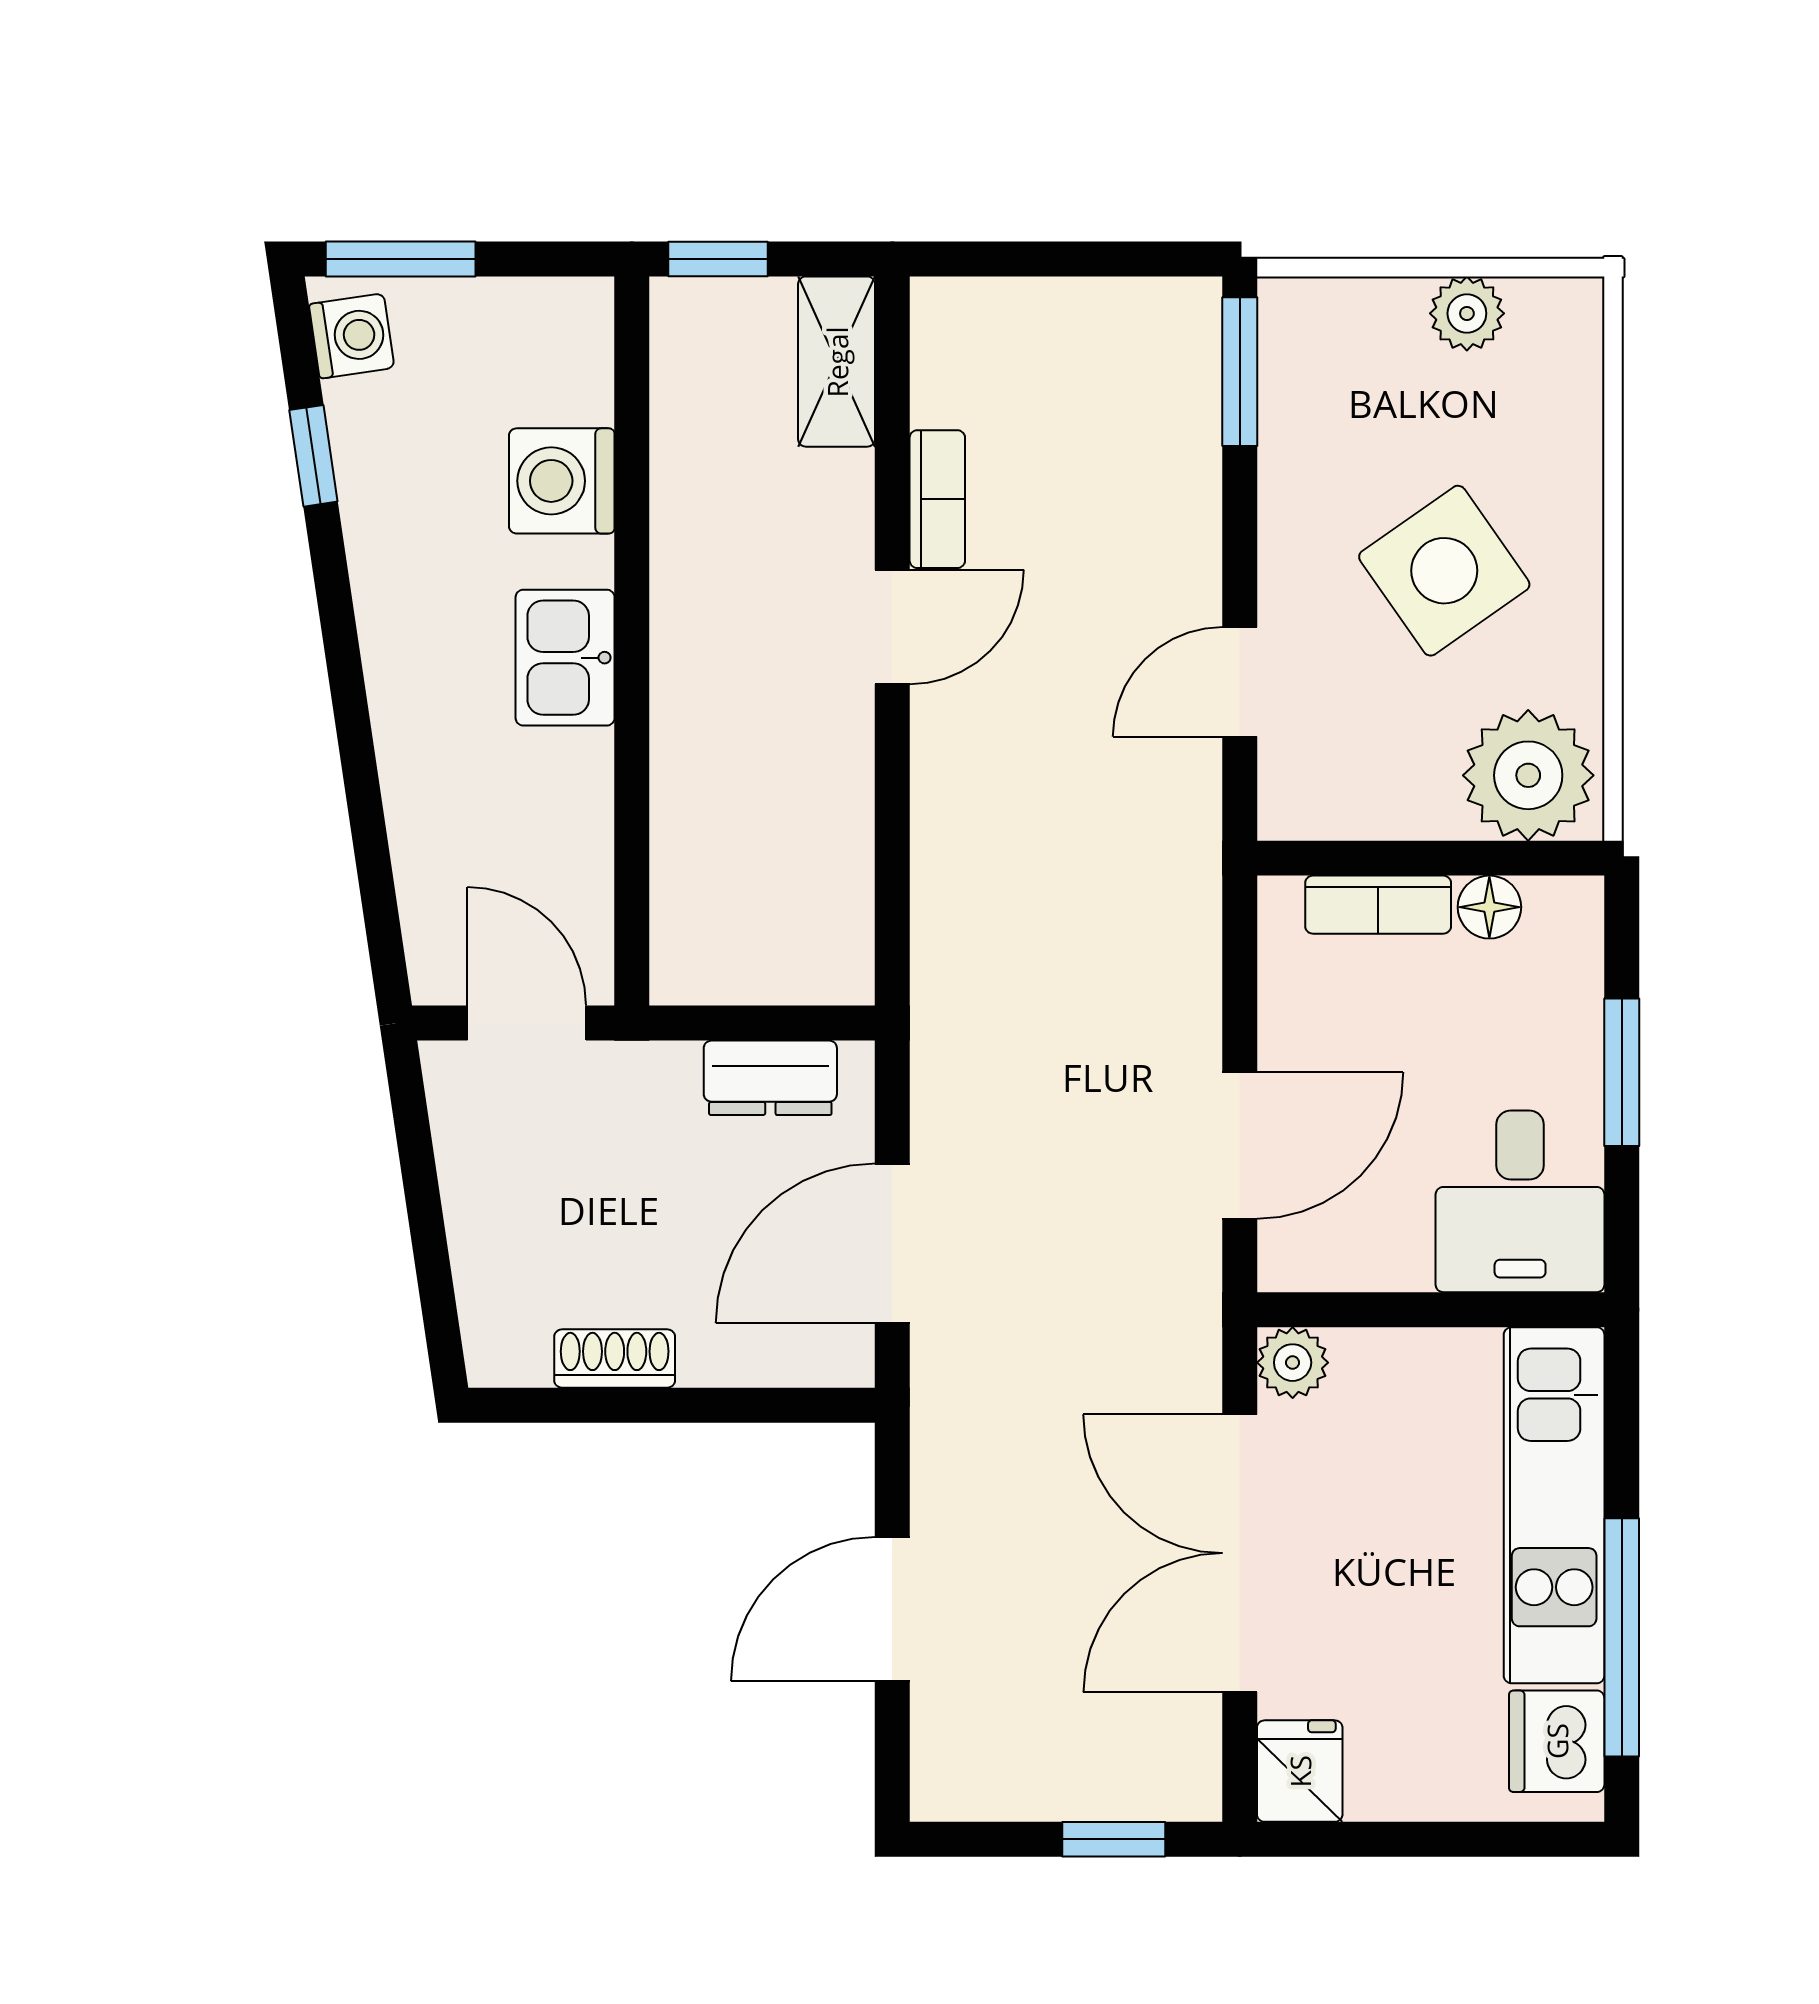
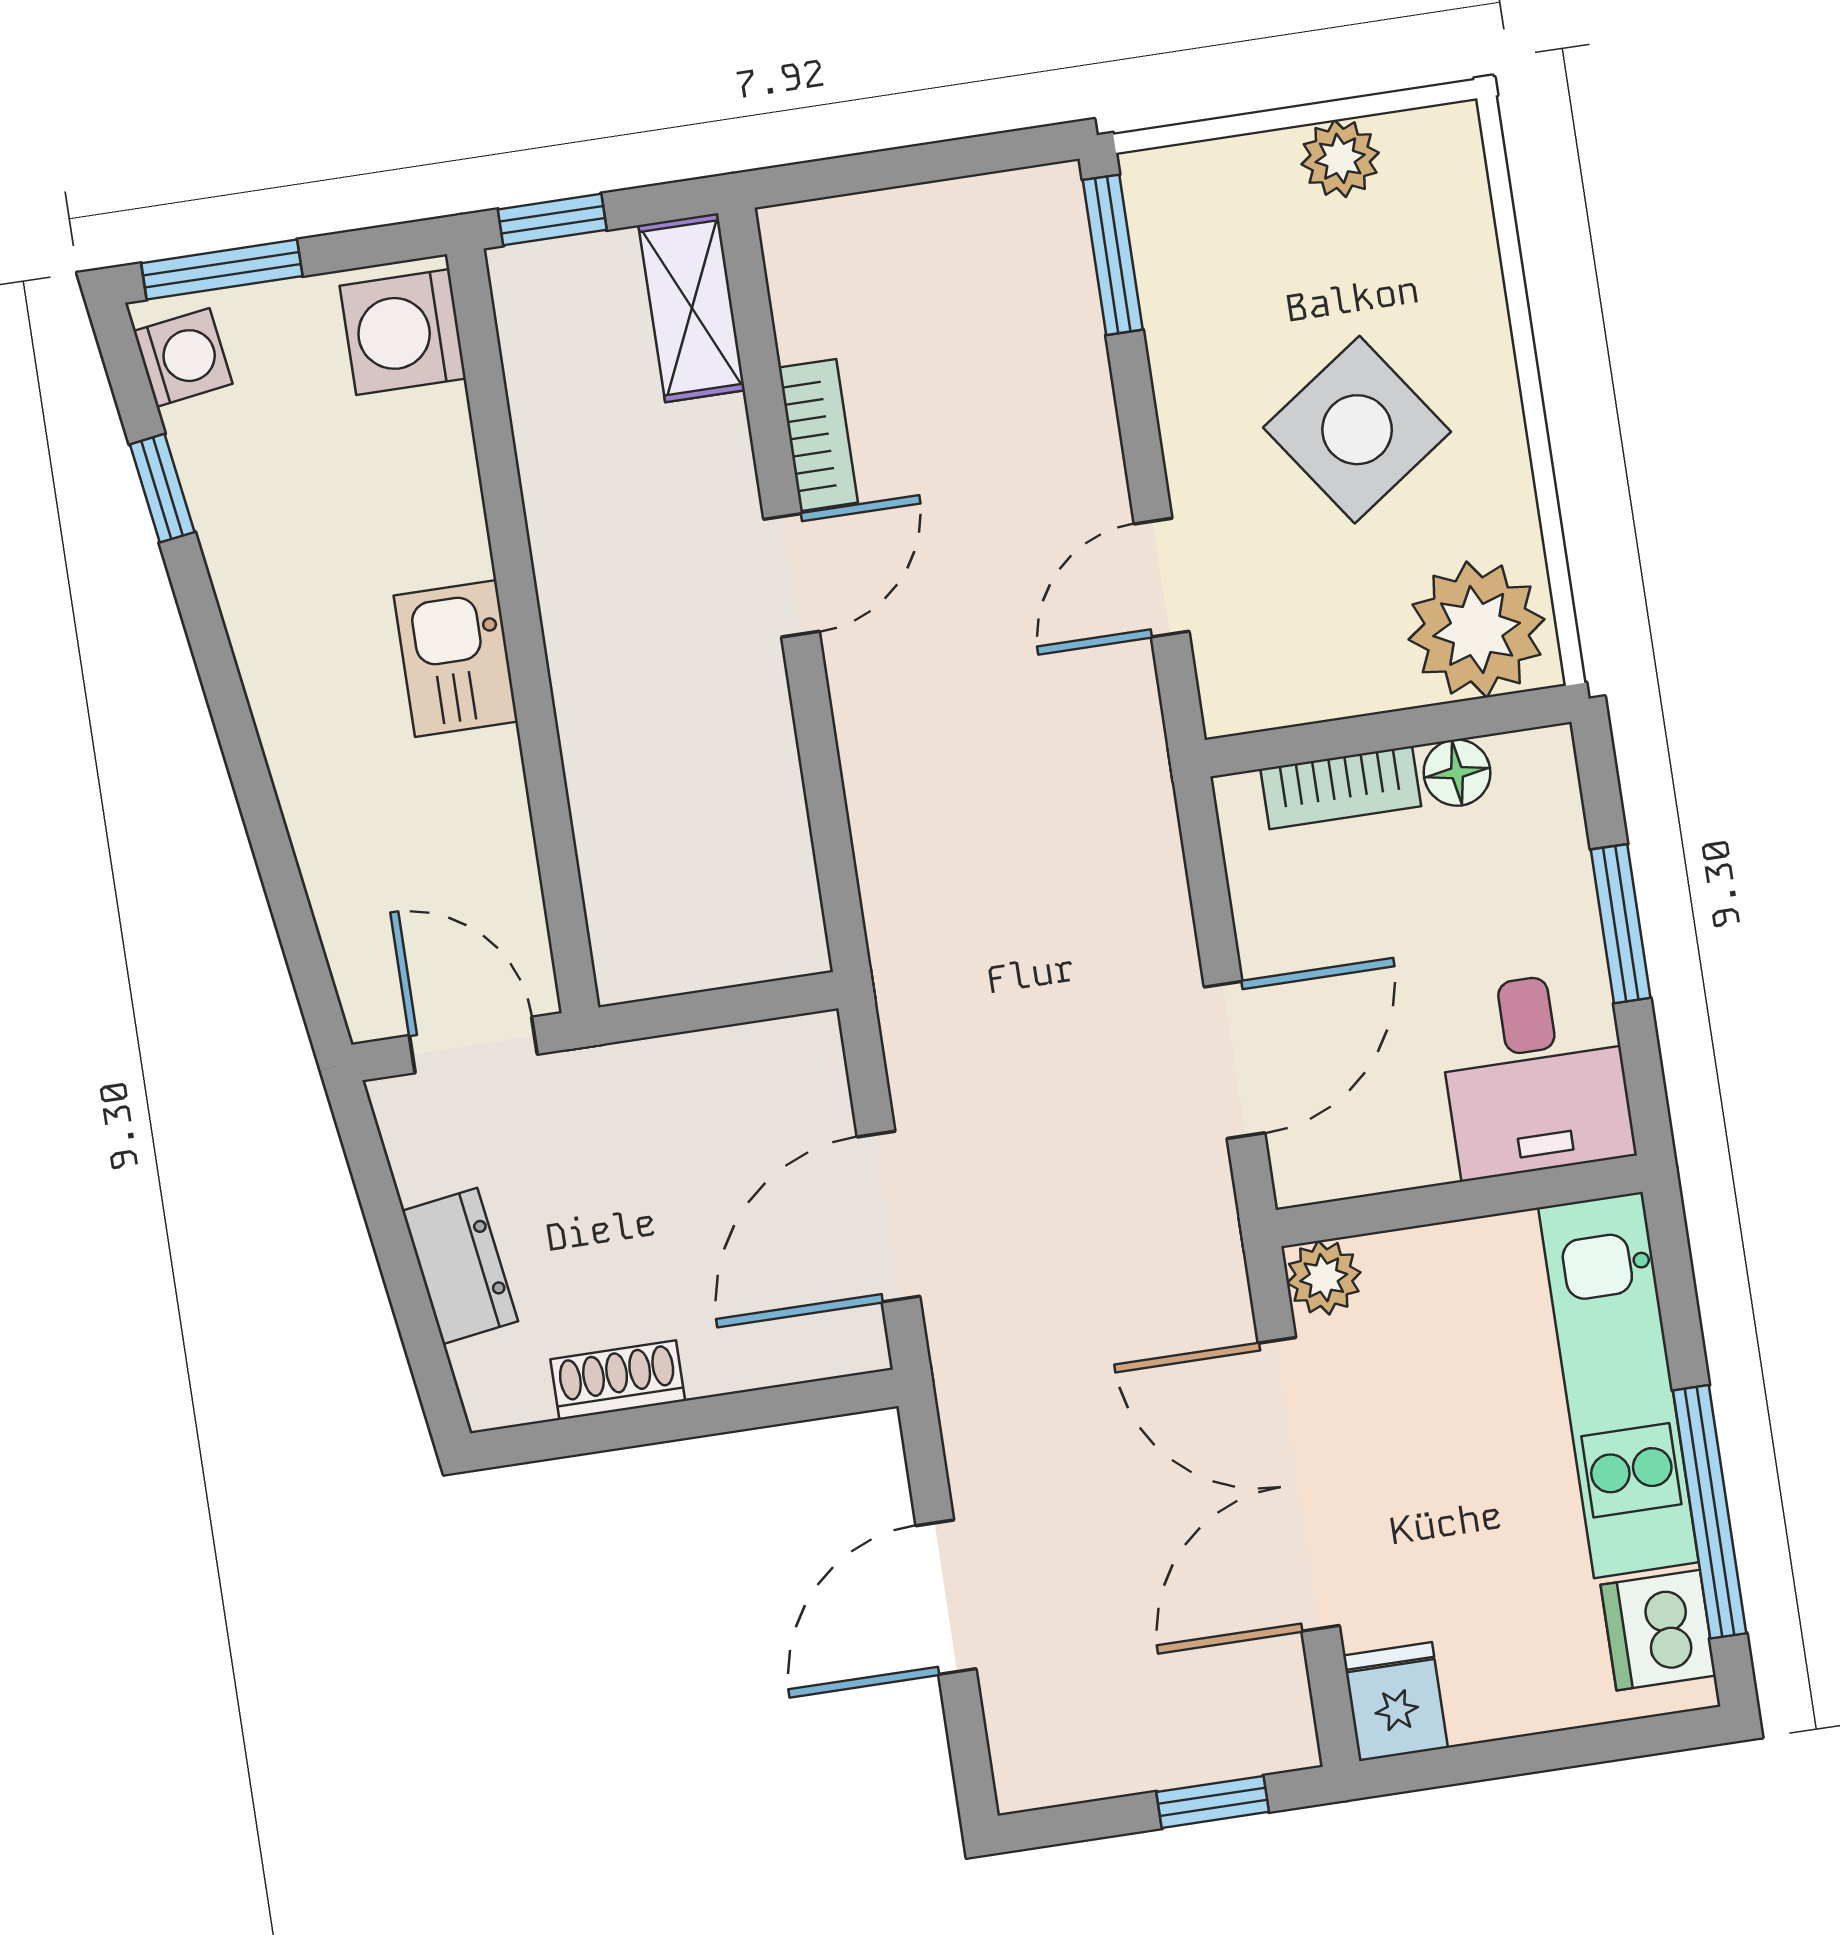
washing machine: (562, 481) -> (403, 332), moved
dresser: (770, 1078) -> (460, 1266), moved, turned -98

